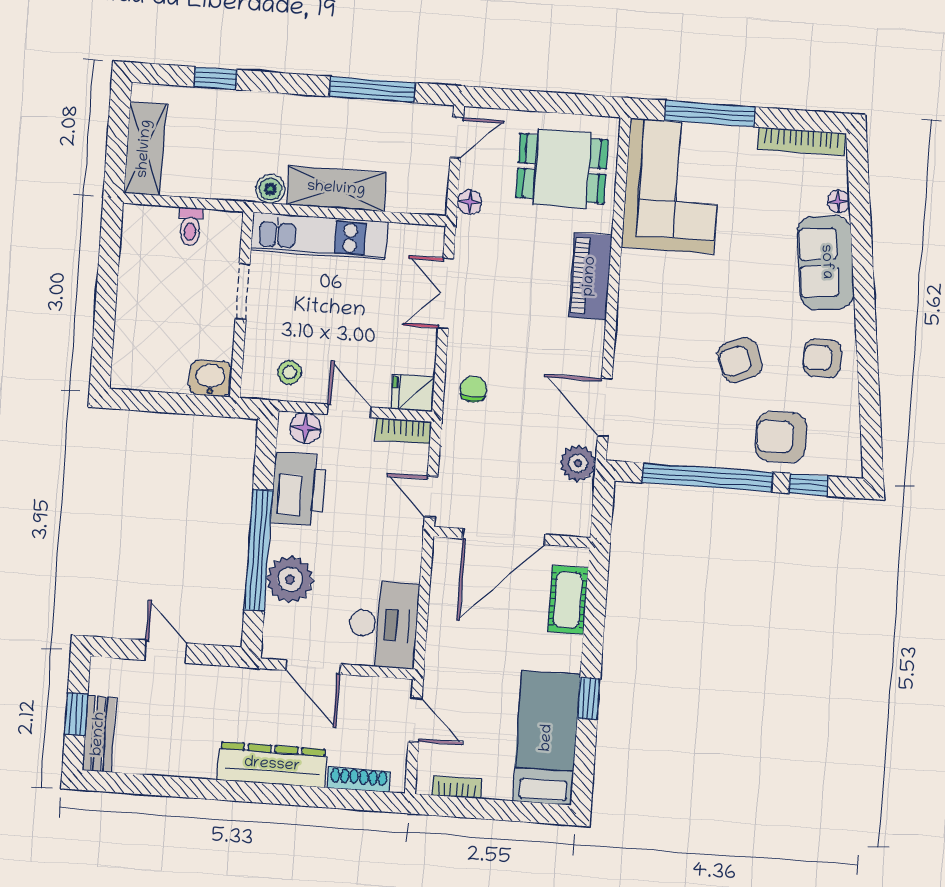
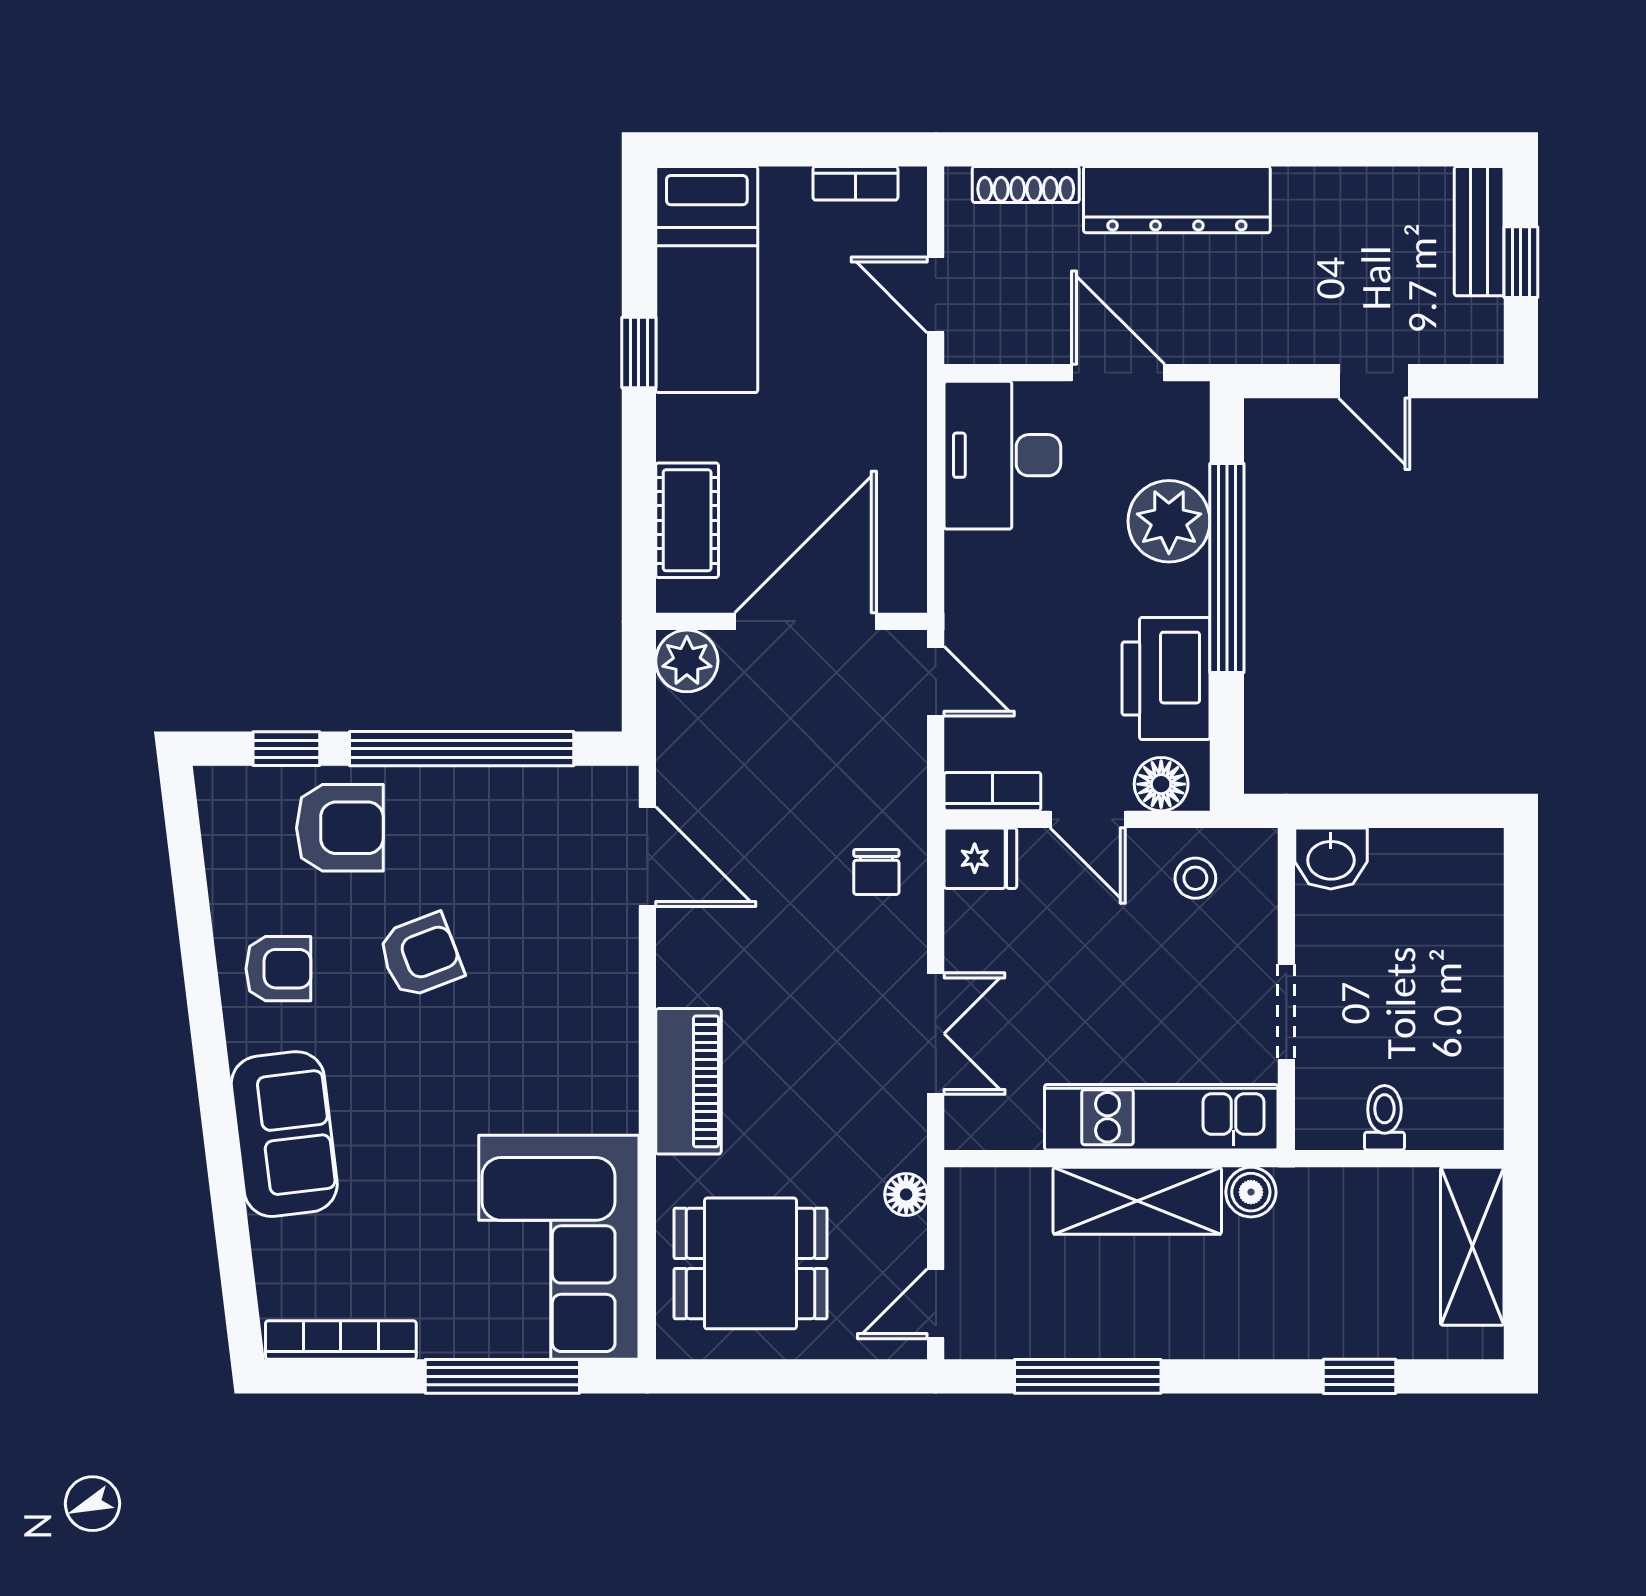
floor lamp: (838, 201) -> (270, 1241), removed
plant: (578, 463) -> (687, 661), moved

